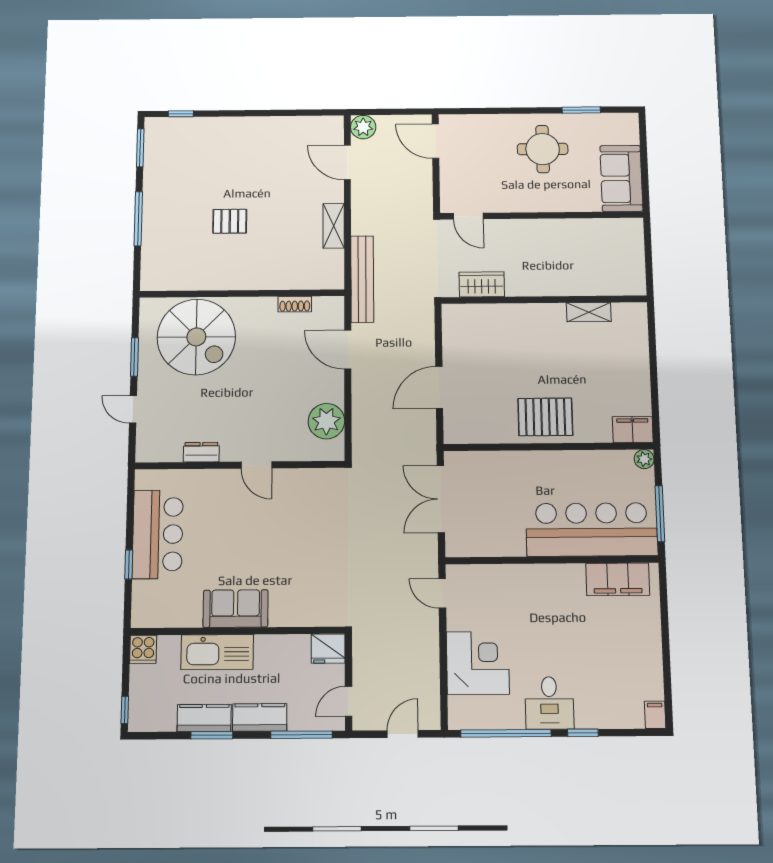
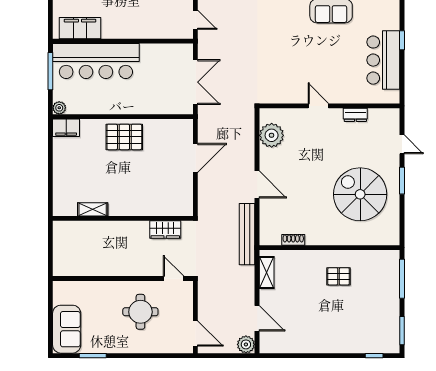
round table: (543, 149) -> (140, 312), moved
sofa: (621, 178) -> (67, 329), moved
wall: (242, 293) -> (329, 248), moved
shoe rack: (295, 304) -> (293, 240), moved

